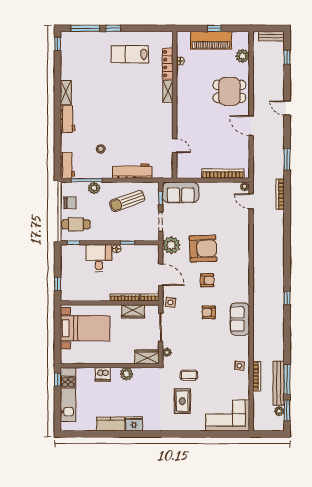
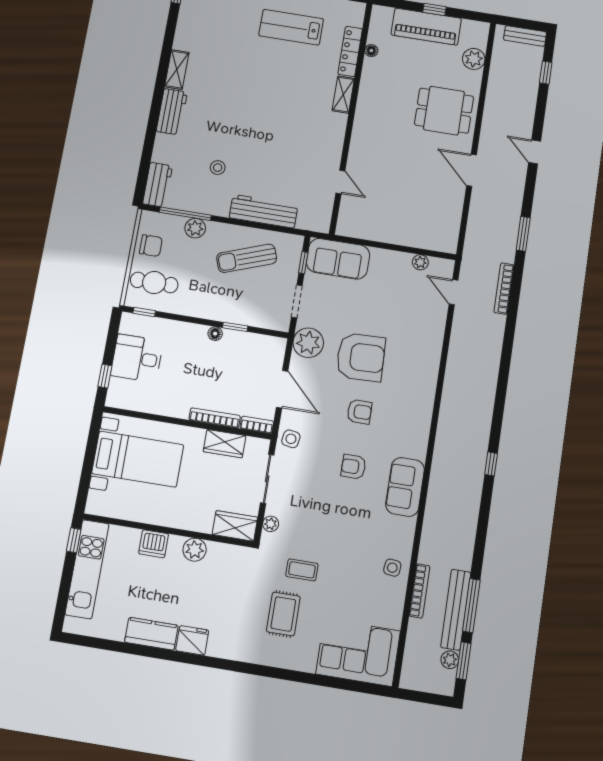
bookcase: (223, 174) -> (413, 240), removed
plant: (245, 187) -> (420, 262), moved
desk: (99, 258) -> (137, 358), moved, turned -90

